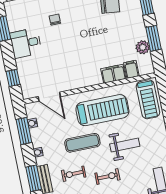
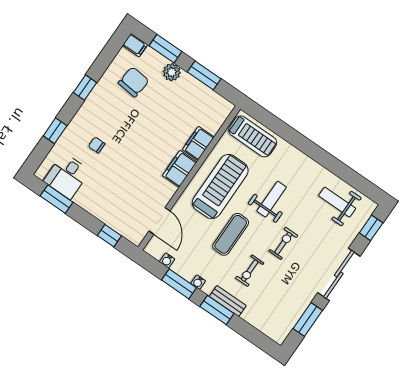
desk: (26, 43) -> (67, 176), moved
plant: (143, 47) -> (172, 72), moved
filing cabinet: (131, 69) -> (180, 169), moved, width x2.00
door: (49, 97) -> (159, 221), hinge flipped
window: (24, 131) -> (179, 284), moved

